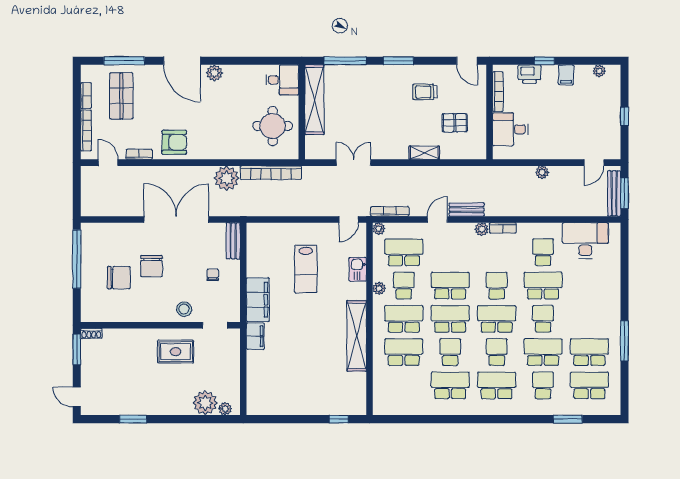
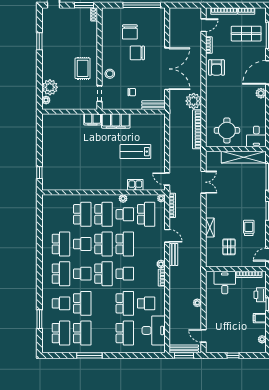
school desk: (543, 319) -> (125, 333), moved, width x1.85
shelving: (357, 336) -> (93, 184), removed

